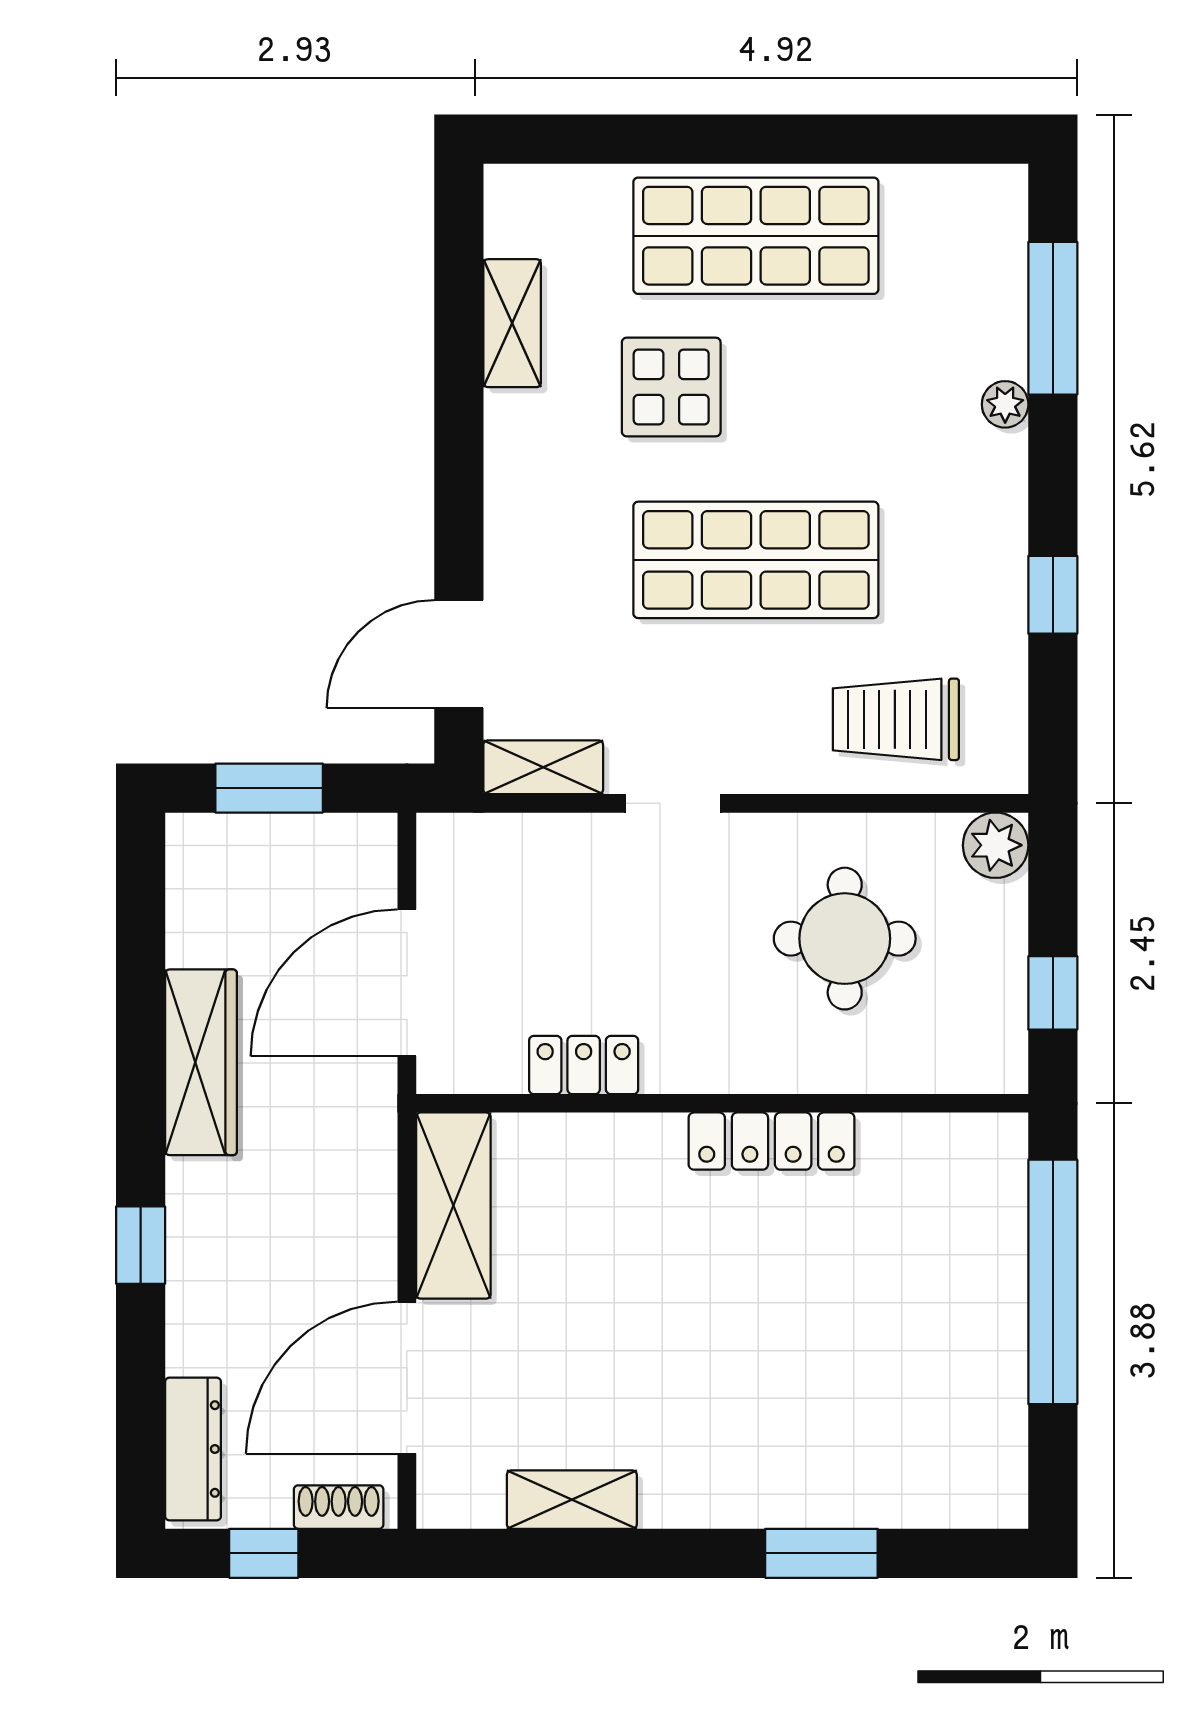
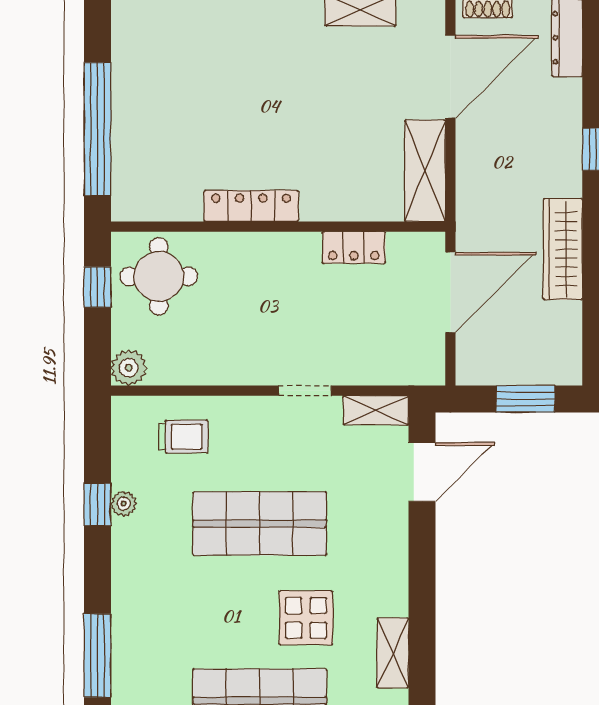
plant: (1005, 404) -> (124, 504), moved
trolley: (896, 719) -> (183, 436), width x0.73, depth x0.72
round table: (845, 939) -> (159, 276), moved

